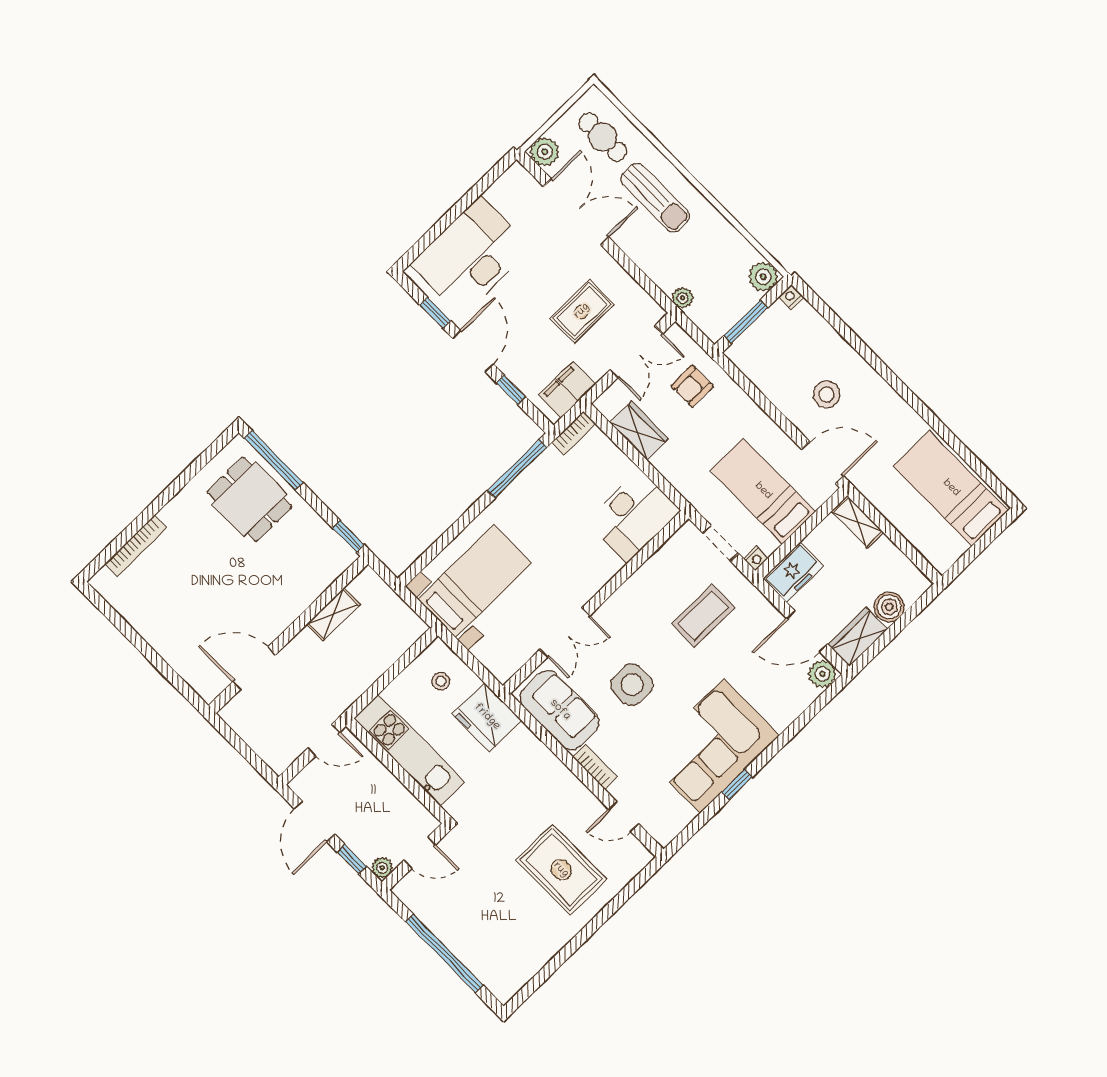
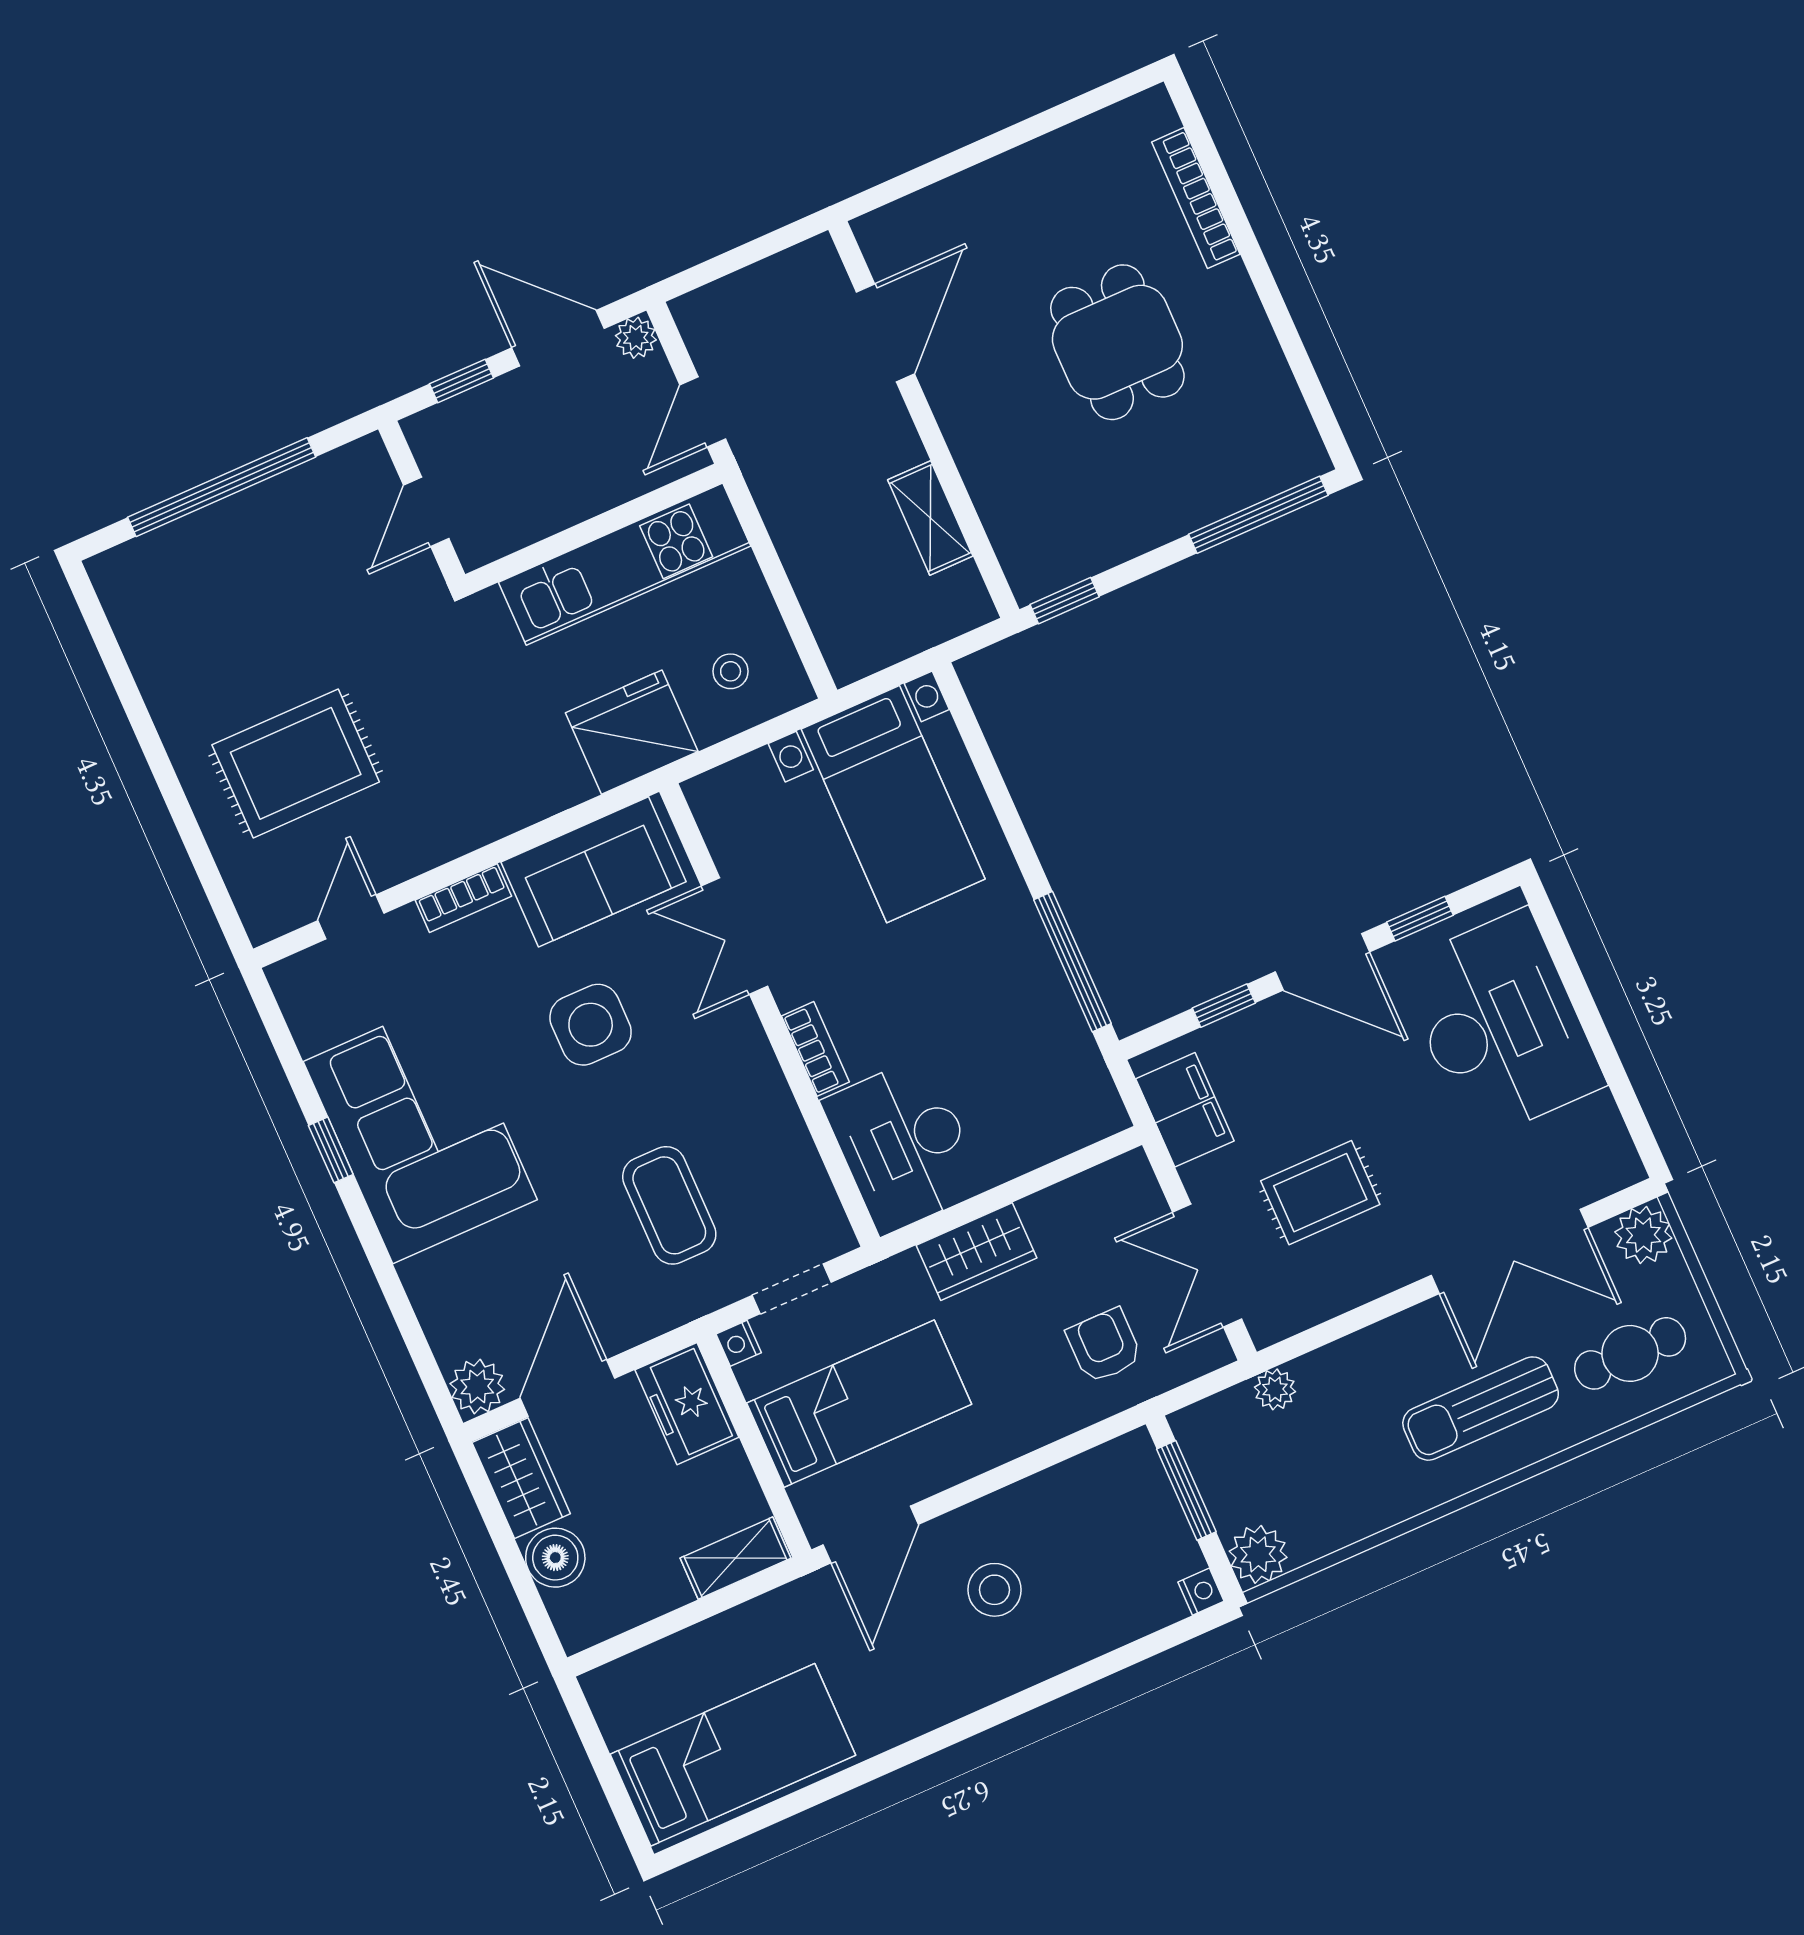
rug: (582, 311) -> (1320, 1193), turned 90
wardrobe: (639, 431) -> (977, 1252), moved
bookcase: (574, 433) -> (815, 1049), moved, turned 180
dining table: (250, 499) -> (1117, 342), moved, turned 90
plant: (382, 868) -> (636, 338), moved

